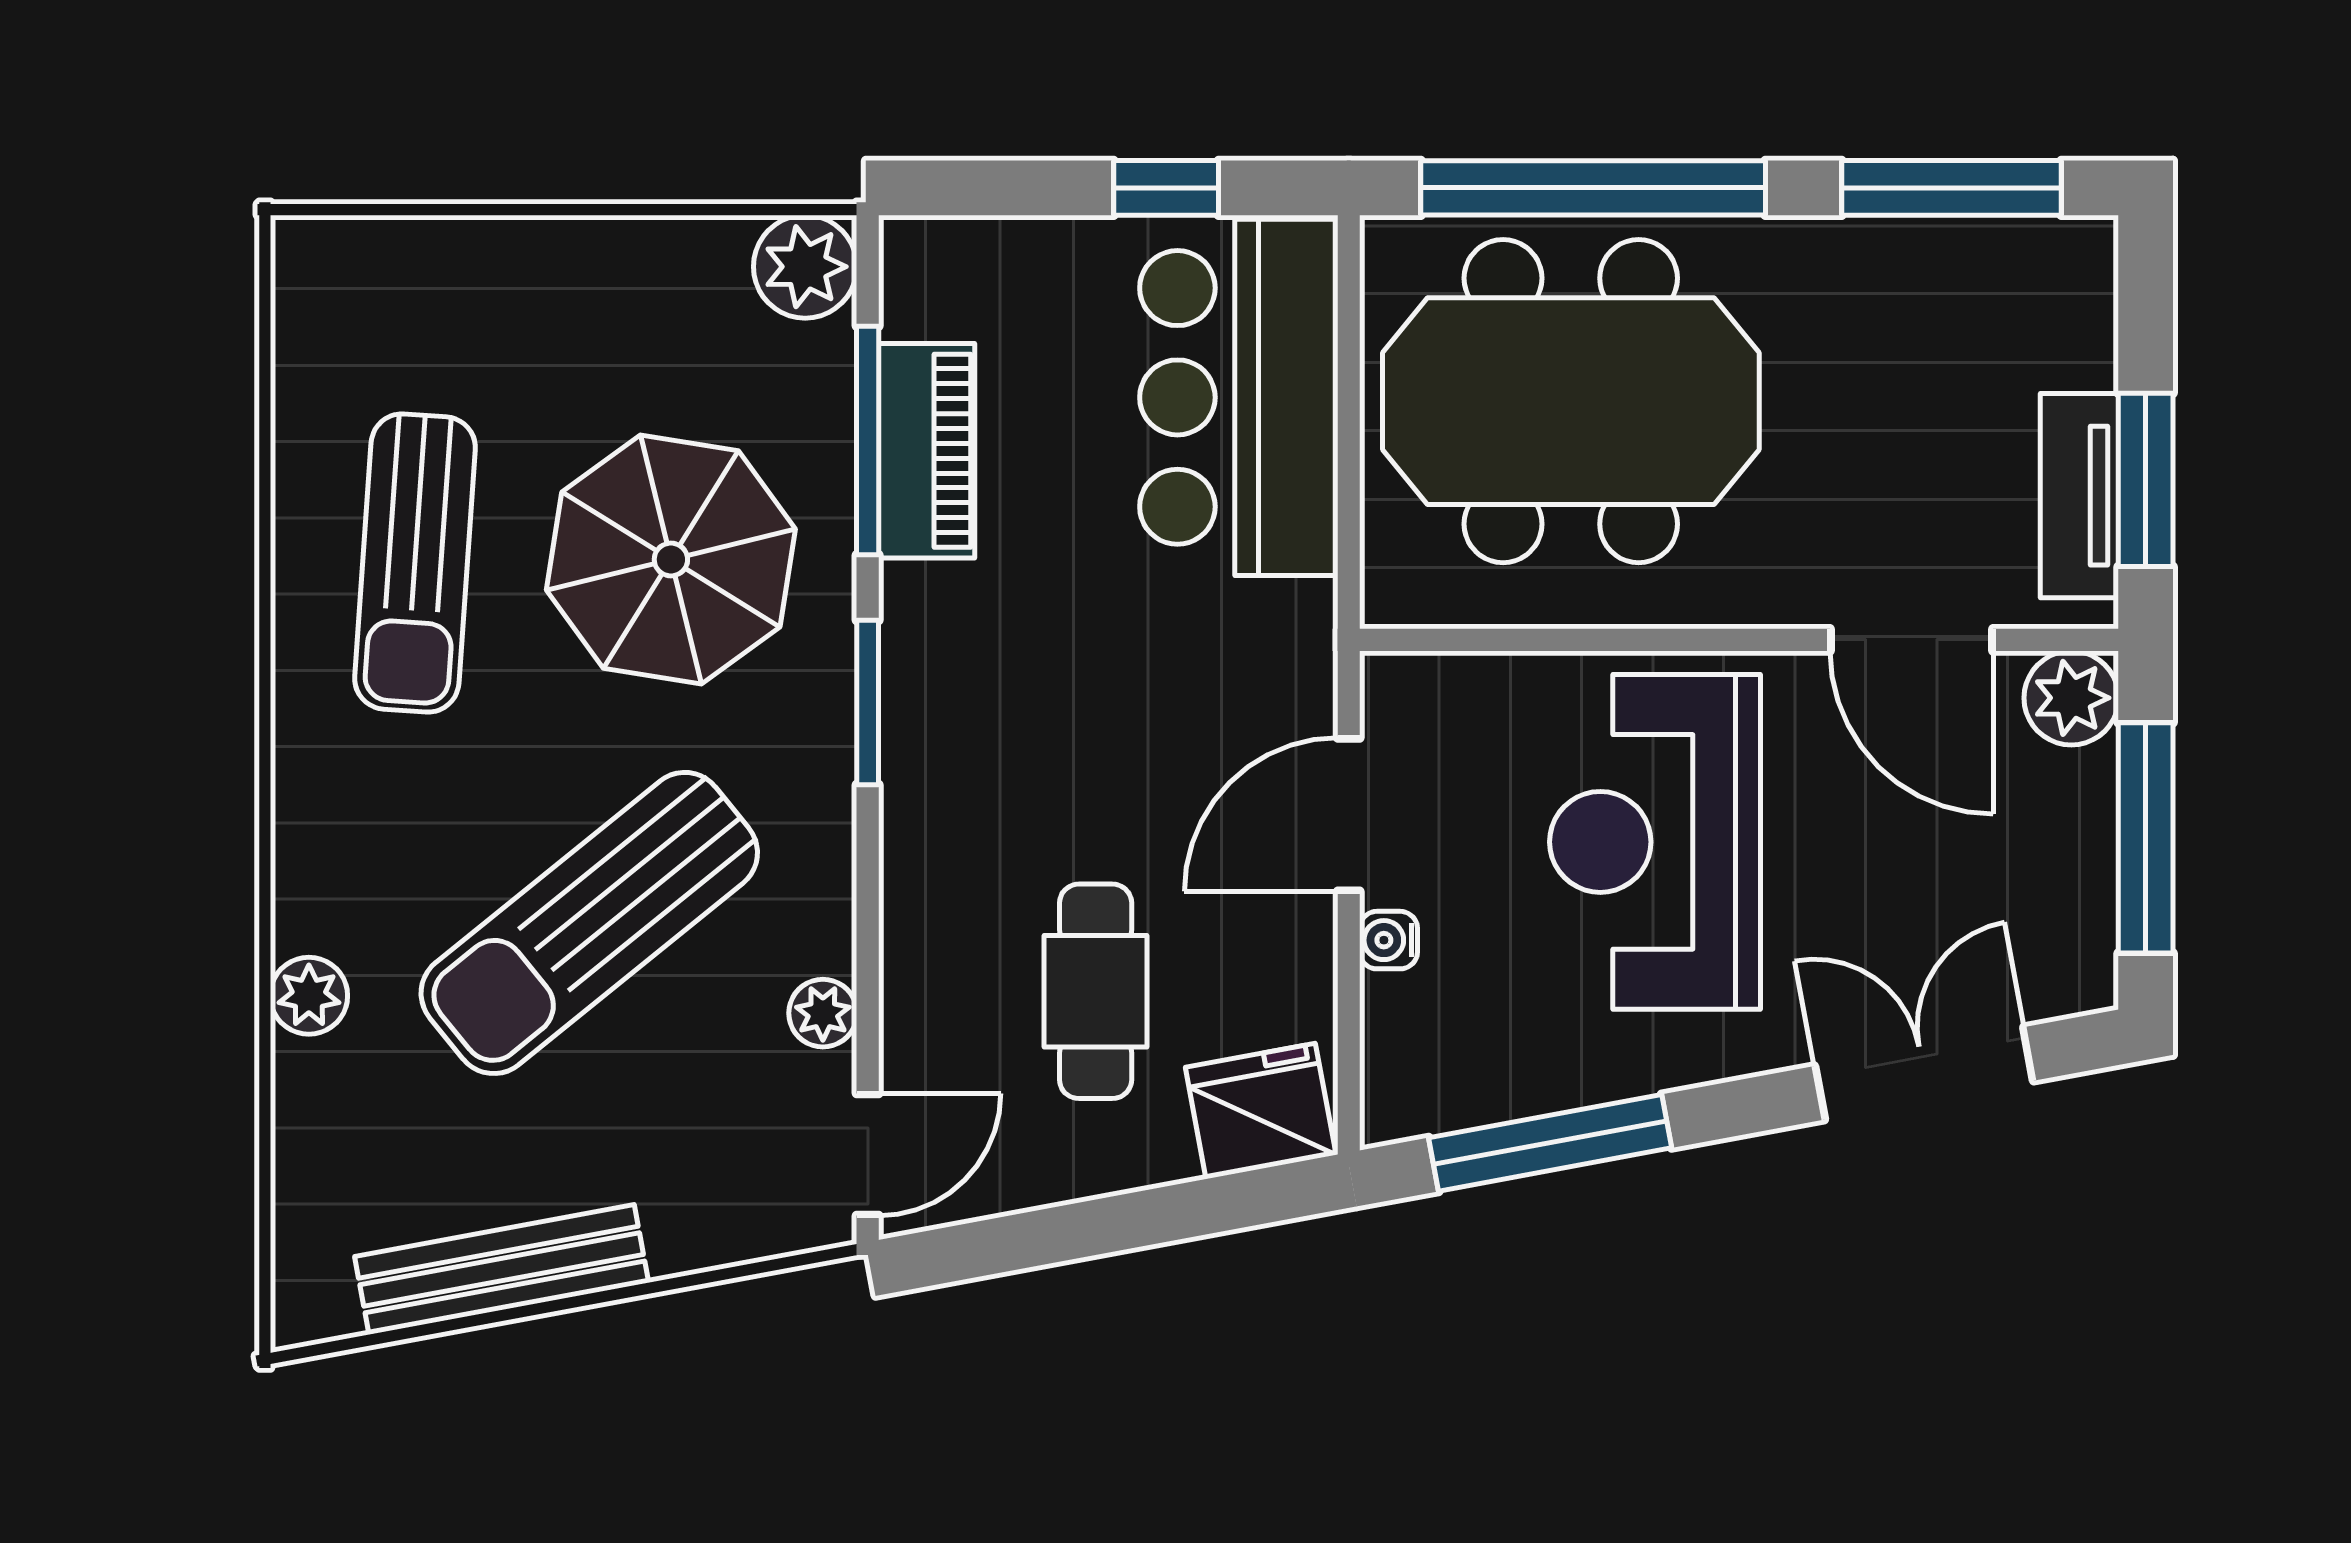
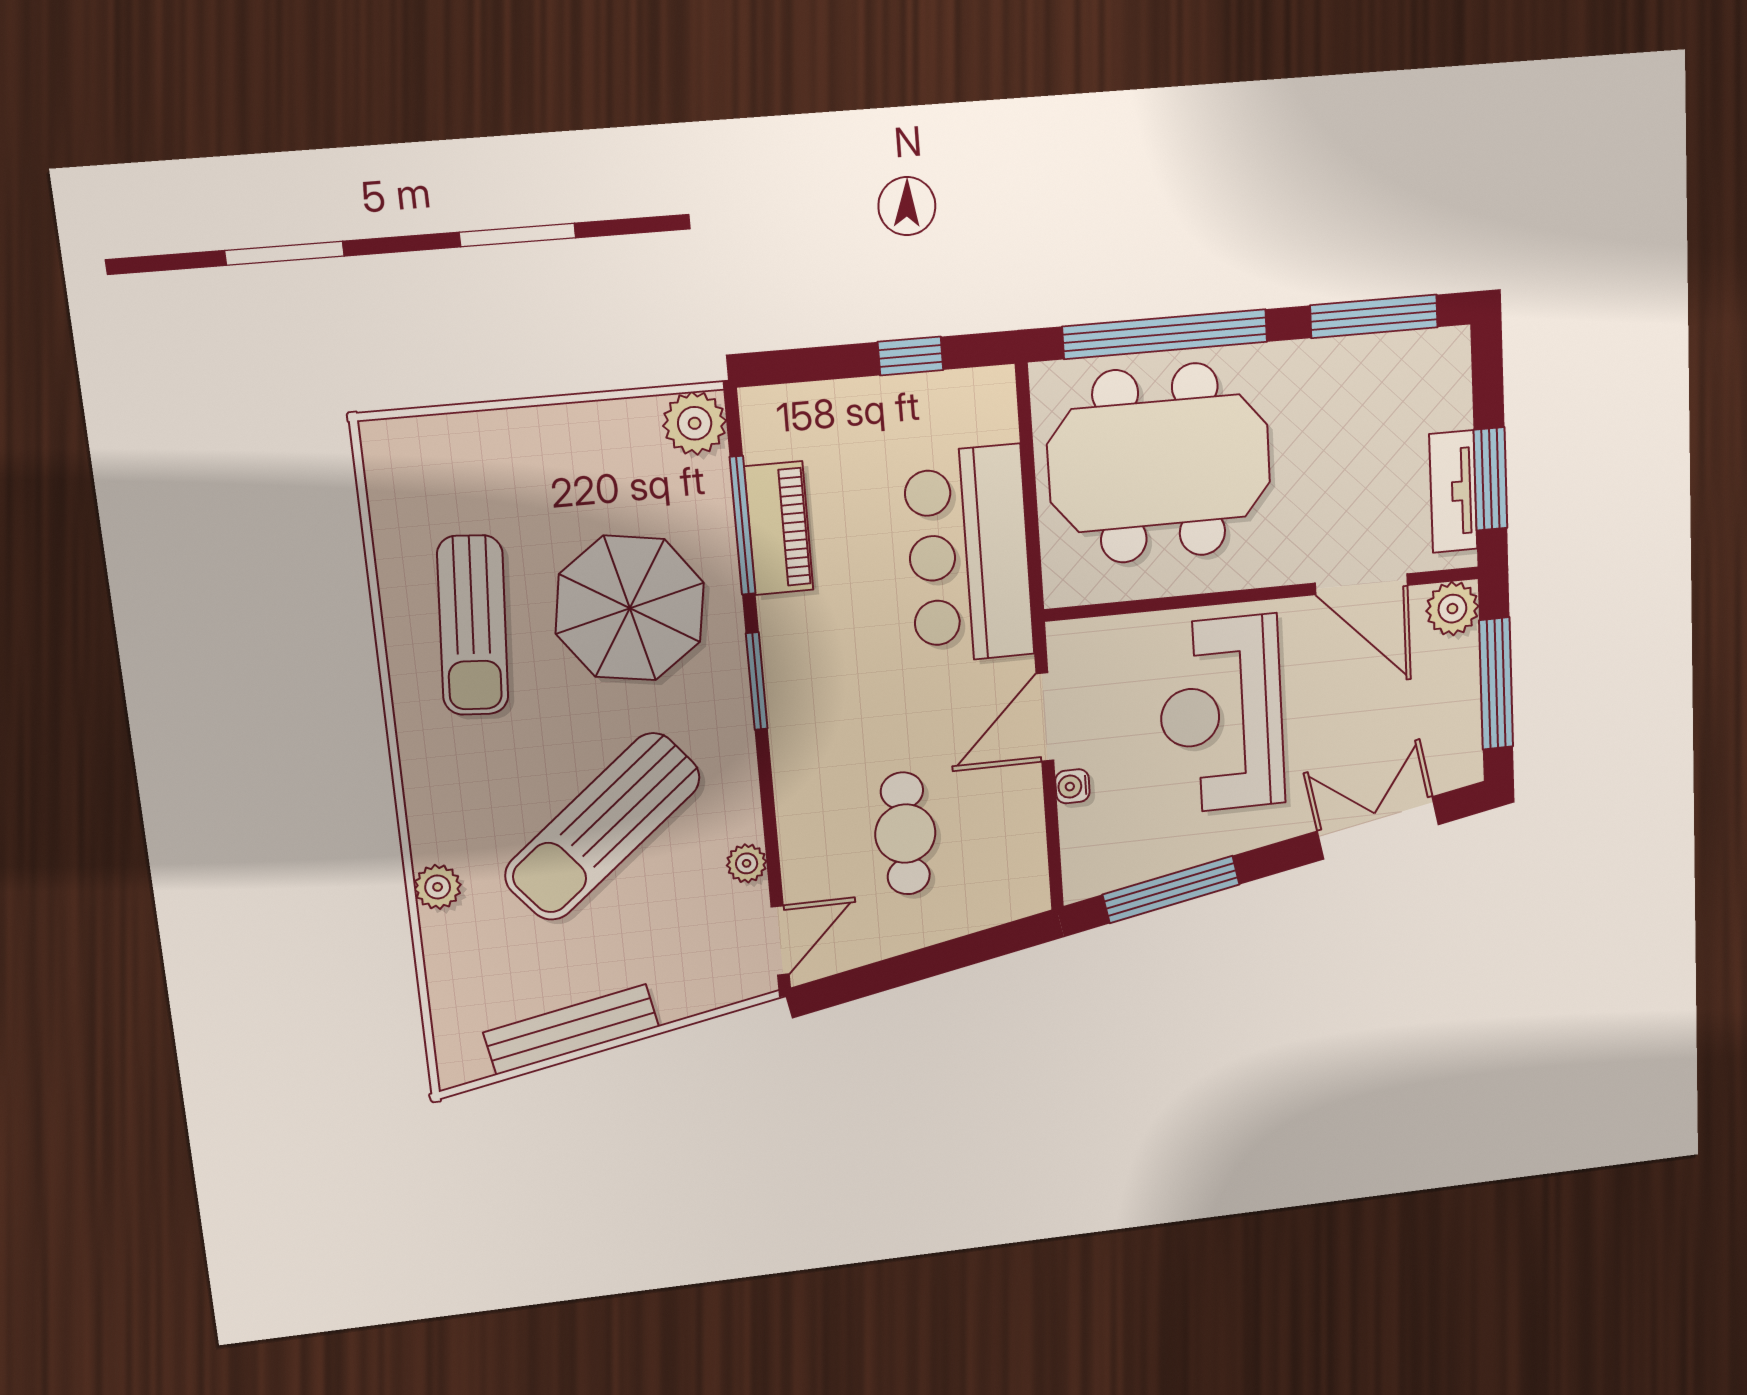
bar counter: (1239, 397) -> (969, 555), moved
fridge: (1261, 1111) -> (1006, 890), removed

